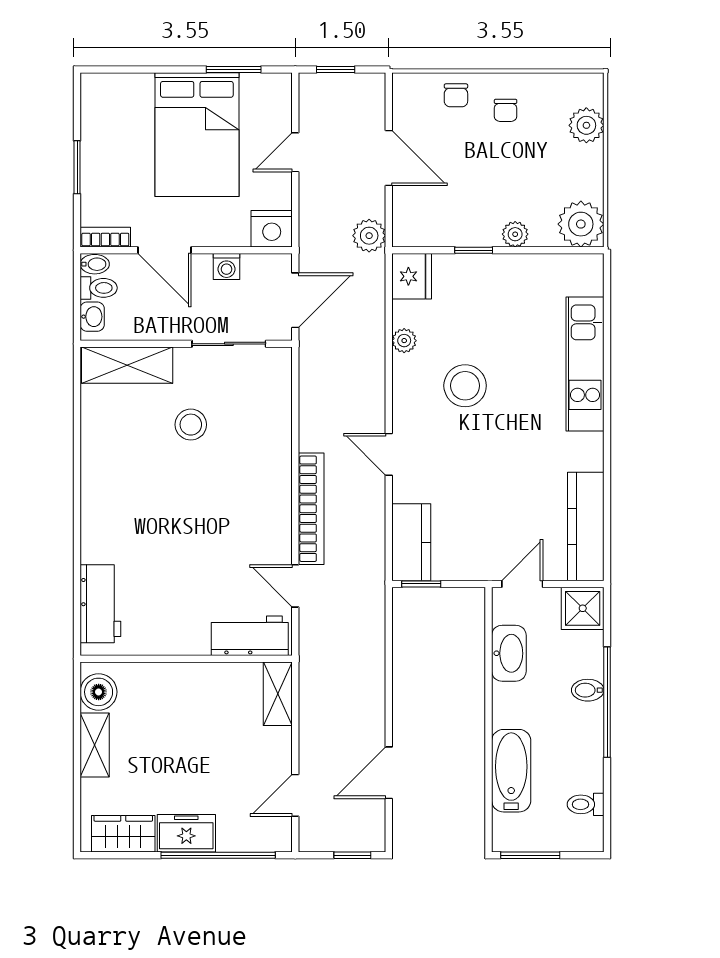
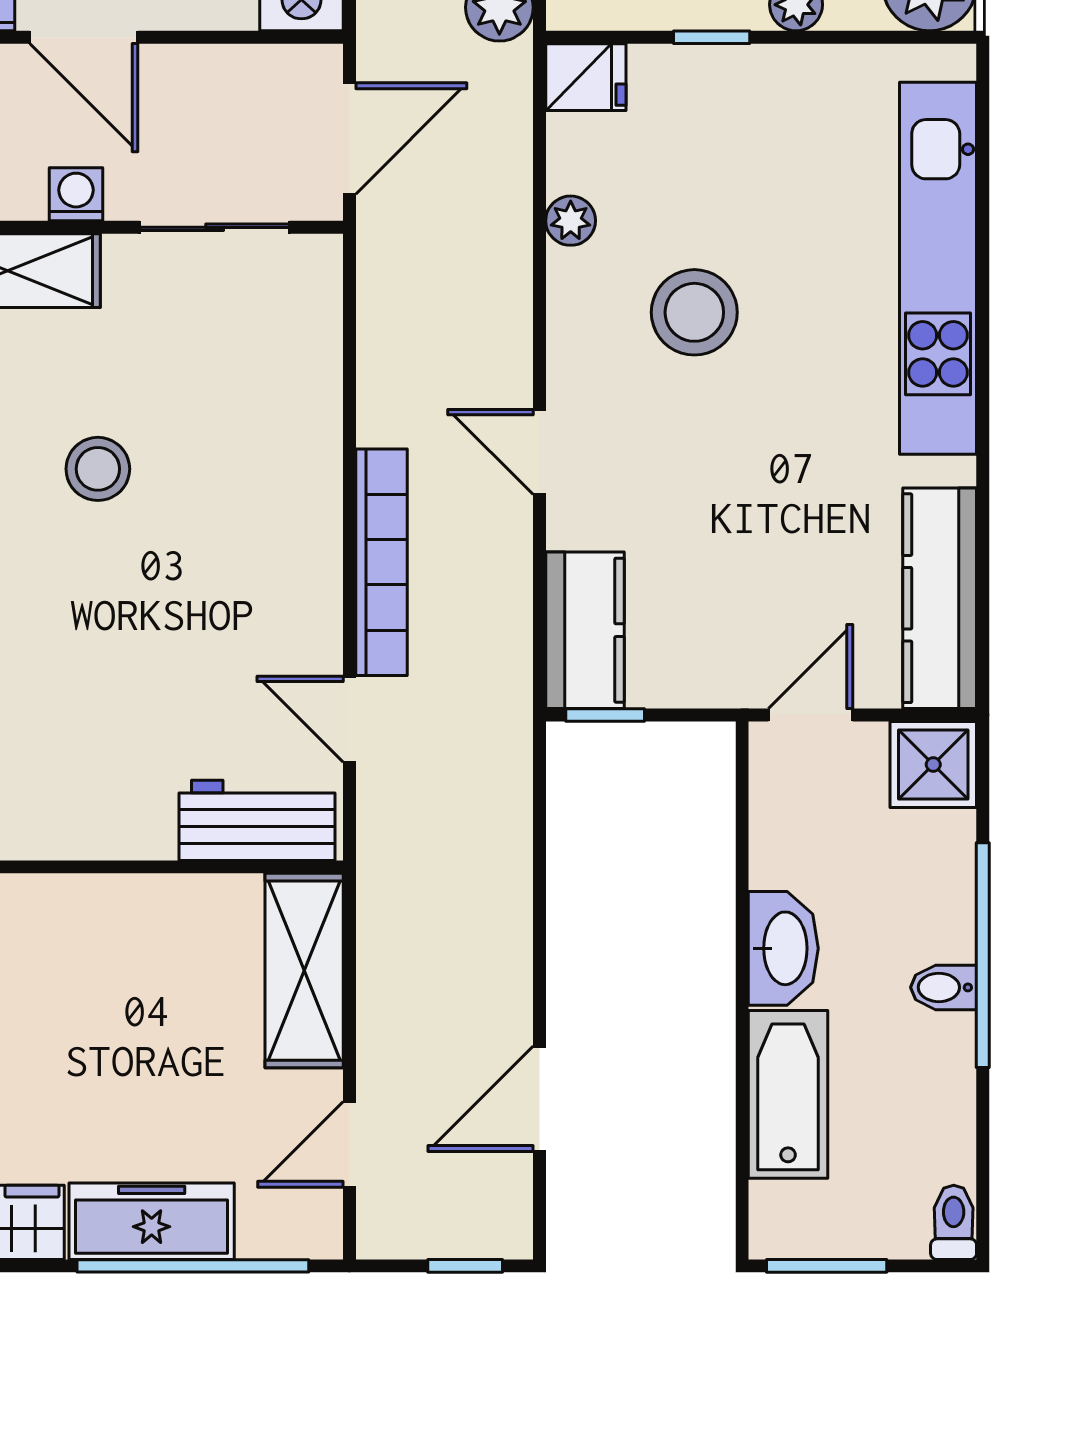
washing machine: (227, 267) -> (76, 194), moved, turned 180
fridge: (412, 276) -> (586, 77), width x0.72
kitchen unit: (585, 364) -> (938, 268), width x1.36
stool: (191, 425) -> (98, 469), moved
washbasin: (509, 653) -> (783, 948), moved
bidet: (588, 690) -> (944, 987), moved
shelving: (278, 694) -> (304, 971), width x1.50, depth x1.33
toilet: (586, 804) -> (954, 1222), moved, turned 90
freezer: (186, 833) -> (152, 1221), width x1.40

